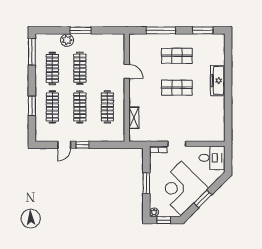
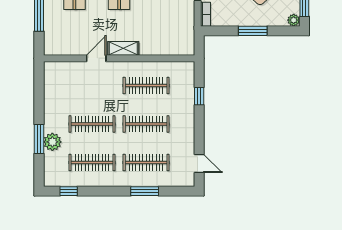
window: (81, 30) -> (39, 139), moved
window: (32, 52) -> (69, 191), width x0.46
shelving: (134, 118) -> (123, 48), moved
door: (64, 145) -> (199, 164), moved
window: (82, 145) -> (199, 96), moved

